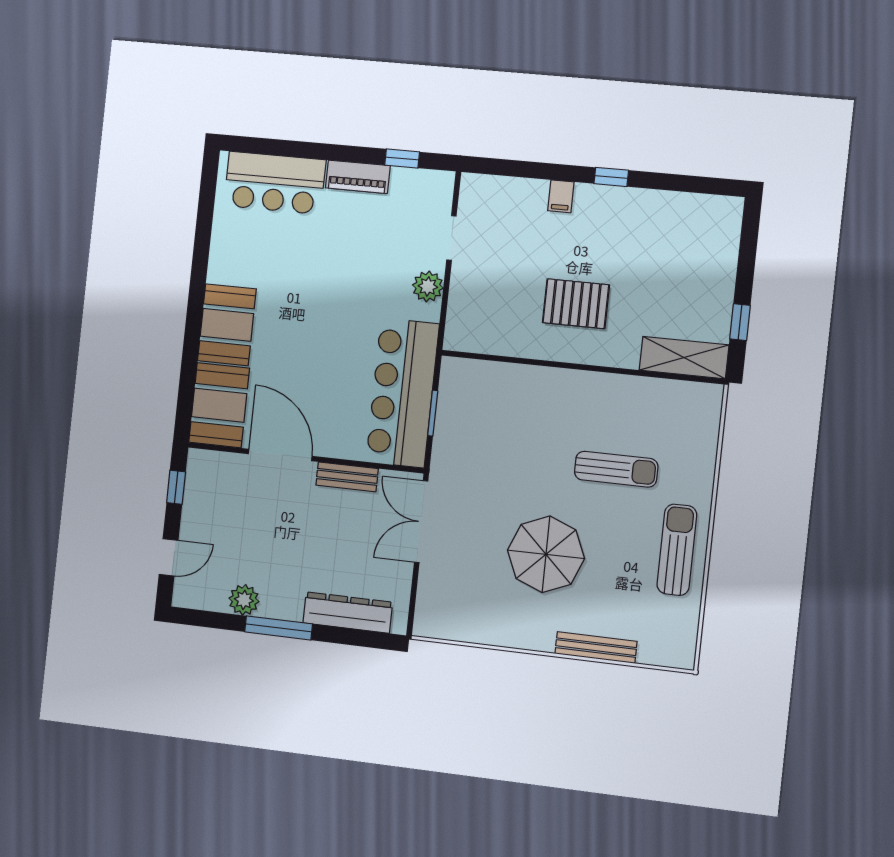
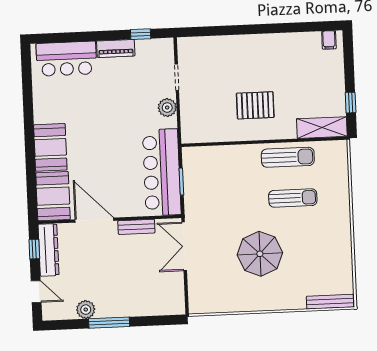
window: (611, 177) -> (264, 29), removed
filing cabinet: (561, 196) -> (329, 40), moved
sun lounger: (677, 550) -> (288, 157), moved, turned 90
door: (169, 557) -> (36, 292), hinge flipped
dresser: (348, 613) -> (48, 250), moved, turned 90
bench: (596, 648) -> (330, 302), moved

